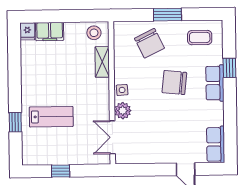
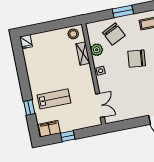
filing cabinet: (50, 32) -> (49, 129), moved, turned 180
plant: (123, 111) -> (97, 50), moved
double door: (112, 137) -> (100, 105), swing flipped

